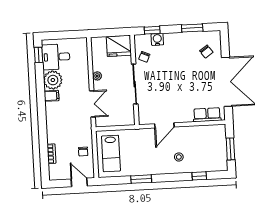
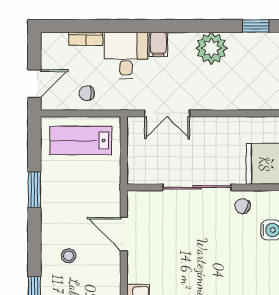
desk: (56, 57) -> (126, 55), moved
plant: (97, 76) -> (214, 124), removed
filing cabinet: (51, 96) -> (158, 44), moved

